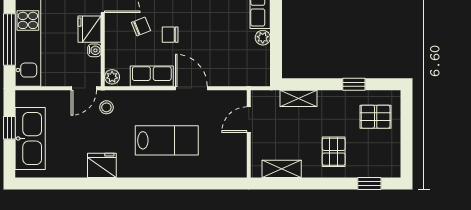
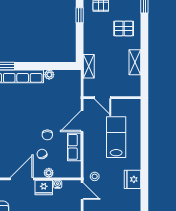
plant: (112, 77) -> (49, 173), moved
shelving: (298, 98) -> (89, 66), moved
door: (249, 120) -> (103, 98), moved
wall: (249, 134) -> (112, 98), moved

